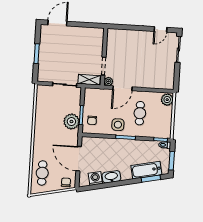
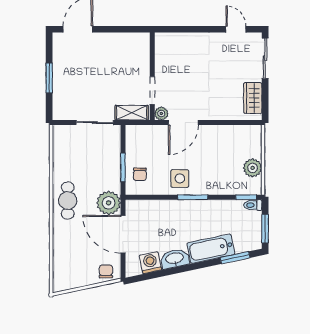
door: (161, 29) -> (236, 29), swing flipped
wardrobe: (169, 75) -> (253, 98), added
plant: (167, 100) -> (253, 168), moved
cafe table: (140, 113) -> (212, 159), removed
plant: (71, 122) -> (109, 203), moved
bathtub: (146, 170) -> (211, 249), moved
cafe table: (42, 173) -> (68, 201), moved

